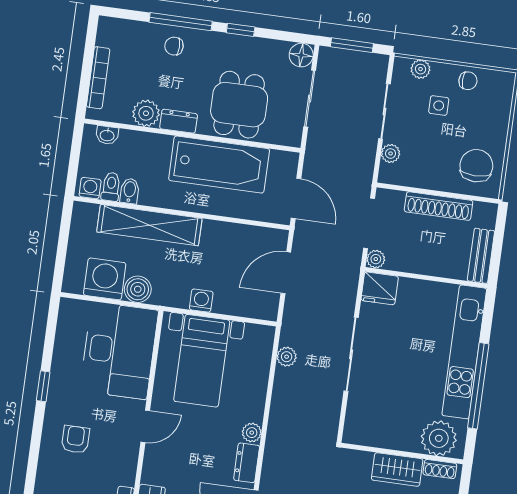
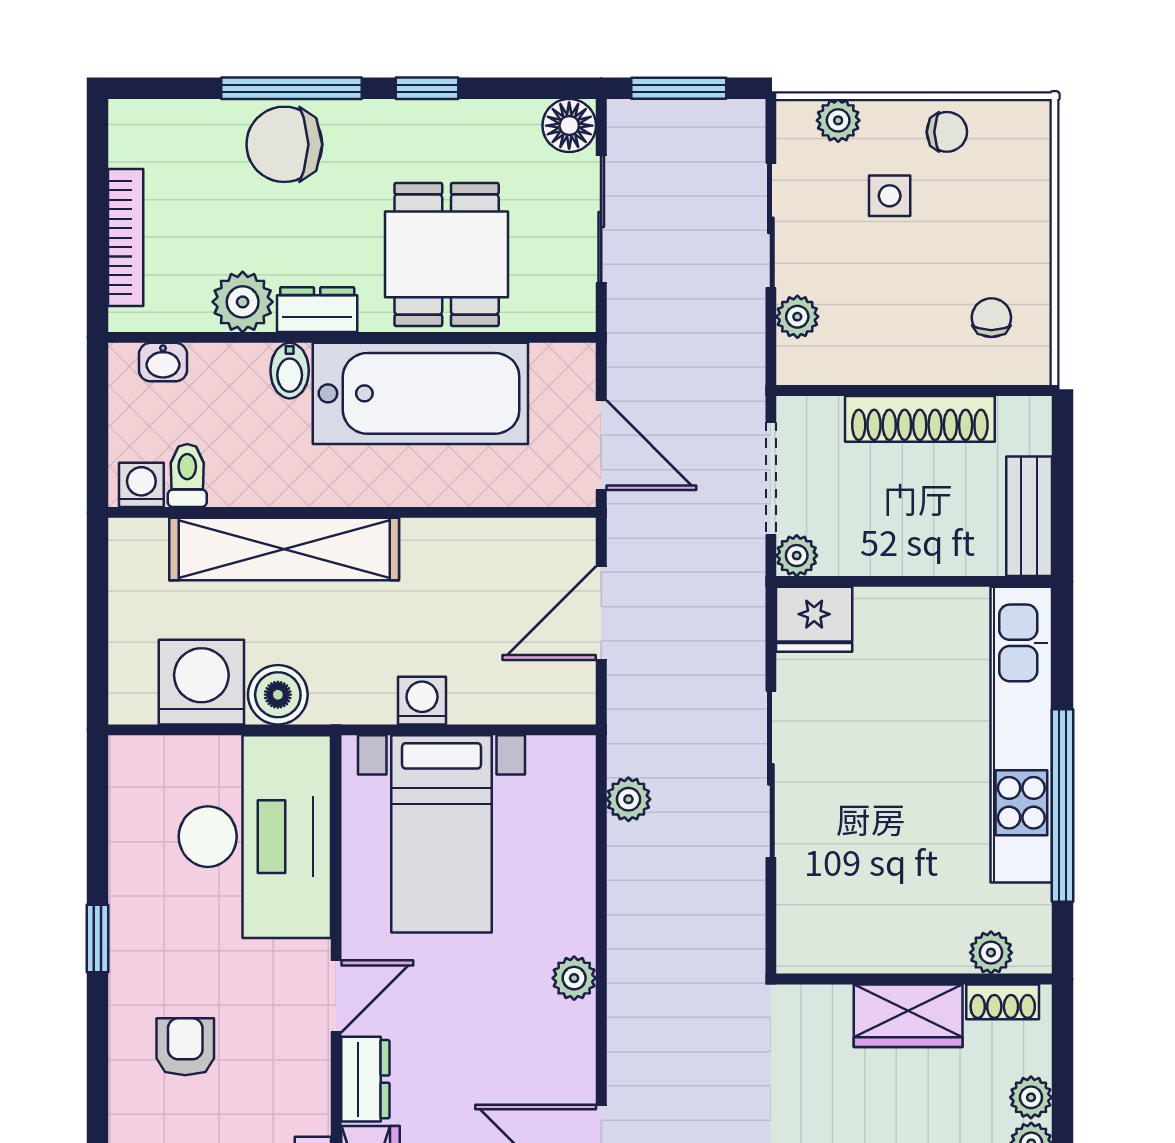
chair: (174, 46) -> (284, 144), width x1.87, depth x1.87
chair: (476, 166) -> (991, 318), width x0.54, depth x0.54
bidet: (130, 191) -> (290, 371), moved, turned 180
plant: (439, 438) -> (991, 953), width x0.53, depth x0.53
dresser: (247, 463) -> (365, 1079), moved, turned 180

